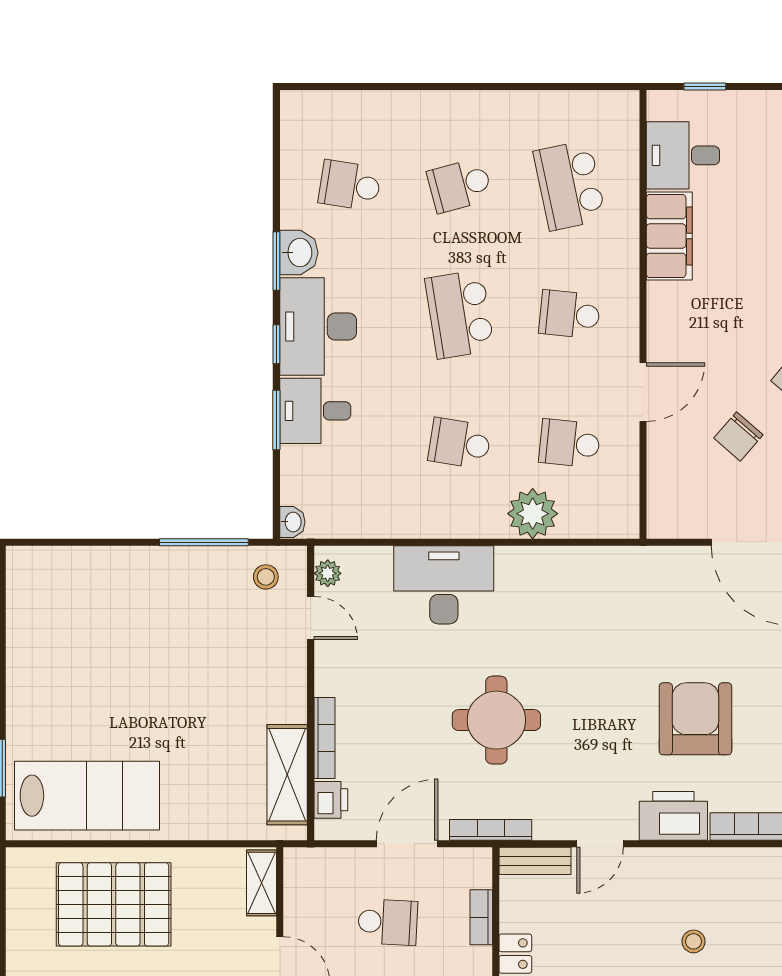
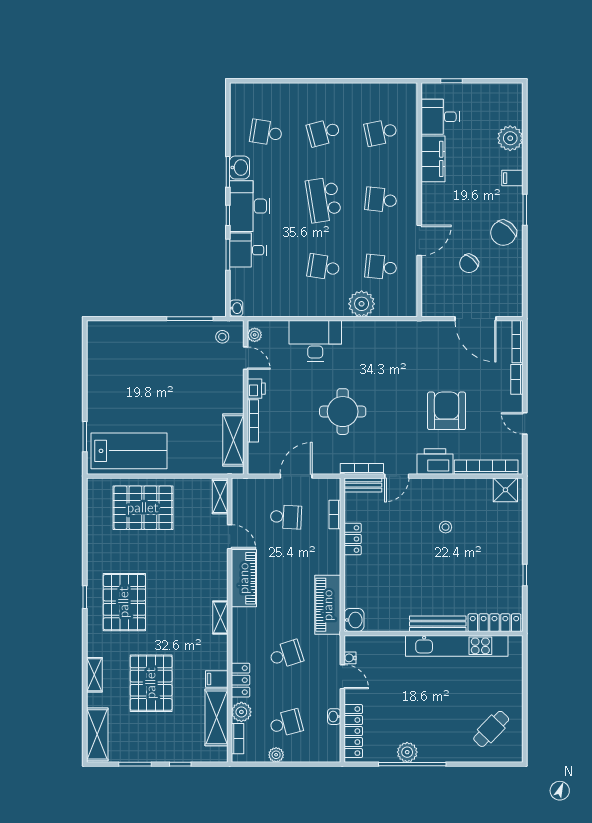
school desk: (570, 185) -> (381, 132), width x0.54
printer: (331, 800) -> (256, 389), moved
bookcase: (491, 830) -> (362, 469), moved

